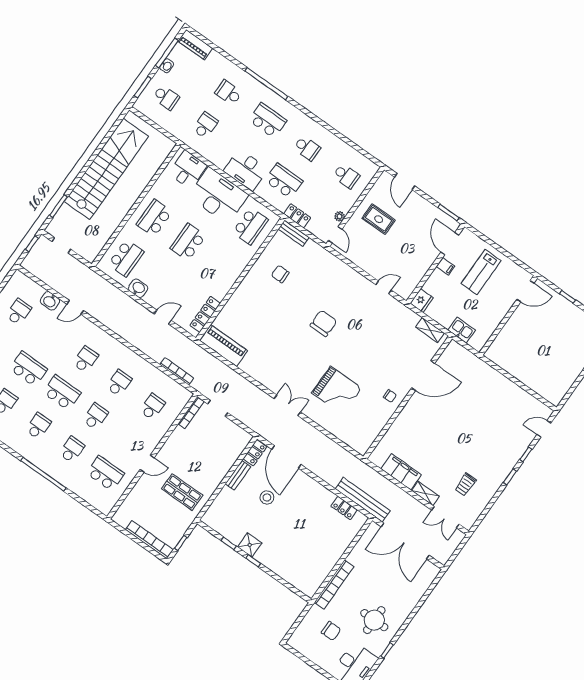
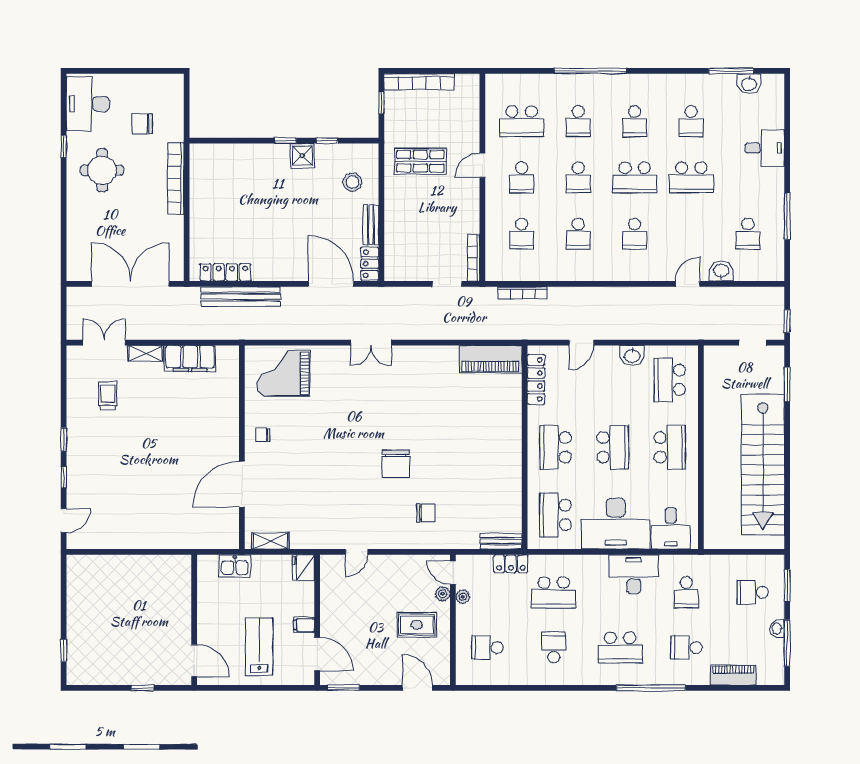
piano: (195, 45) -> (733, 675), moved
school desk: (228, 93) -> (686, 647), turned 180
school desk: (307, 148) -> (554, 647), turned 90
desk: (246, 170) -> (634, 574), moved
plant: (350, 227) -> (443, 594), added
school desk: (222, 266) -> (556, 447), added
chair: (280, 274) -> (426, 513), moved
door: (525, 291) -> (194, 661), swing flipped
grand piano: (337, 390) -> (283, 373), moved
school desk: (129, 440) -> (522, 177), added
stool: (267, 497) -> (352, 182), moved
bench: (363, 500) -> (241, 297), moved
locker: (344, 508) -> (225, 272), width x1.53

